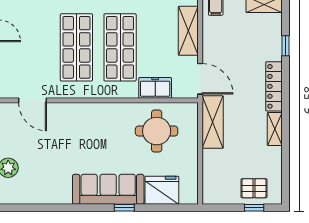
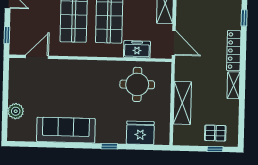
door: (33, 100) -> (37, 57), swing flipped
shelving: (213, 122) -> (182, 103), moved
sofa: (108, 189) -> (66, 130), moved

